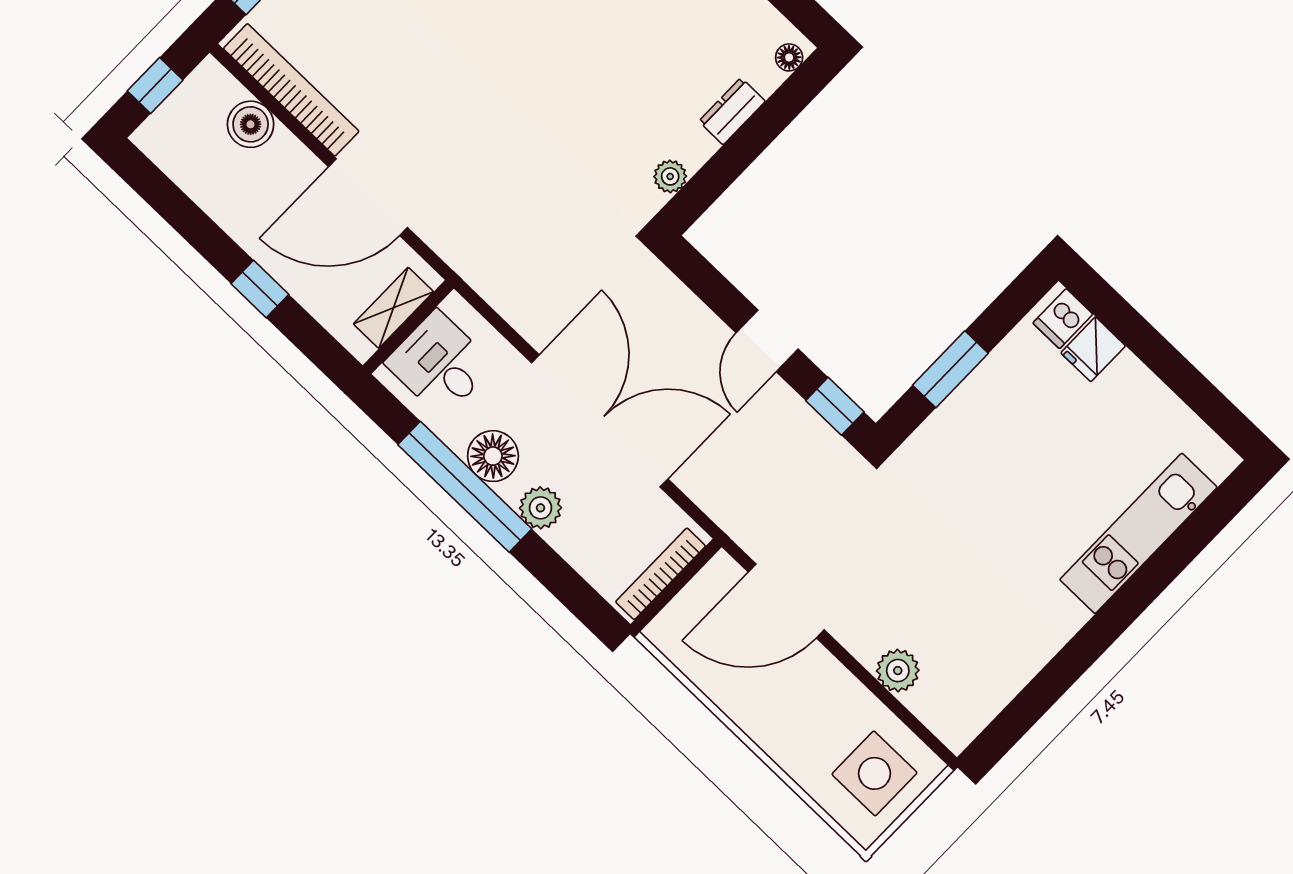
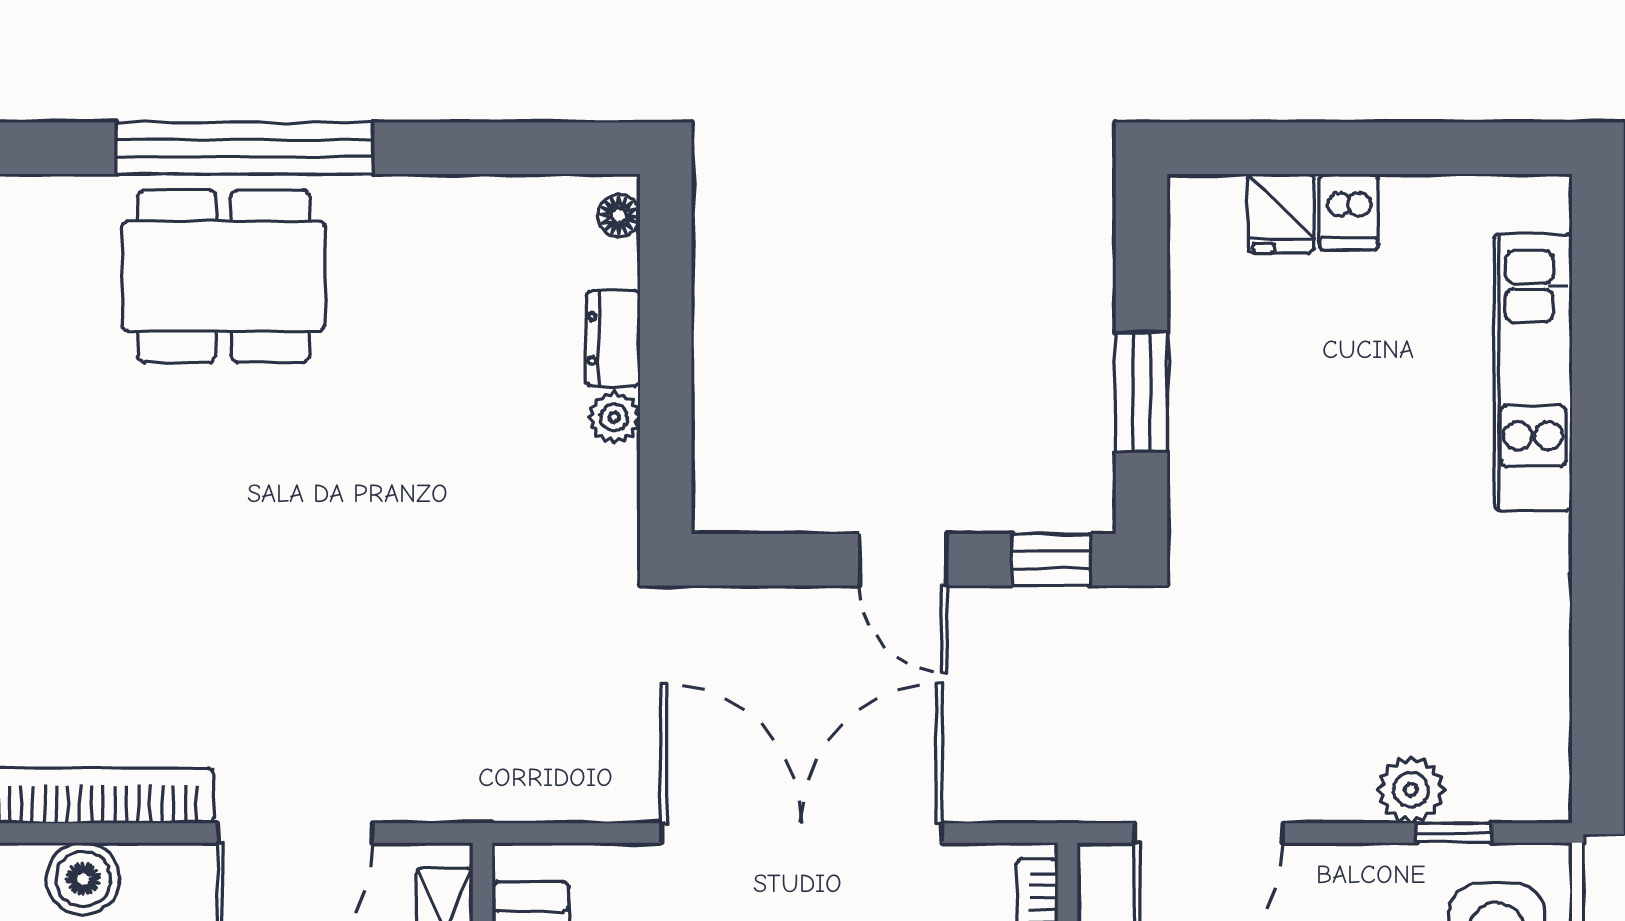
plant: (670, 176) -> (614, 417), moved
dishwasher: (1063, 319) -> (1349, 212), moved
window: (898, 709) -> (1454, 833), added

